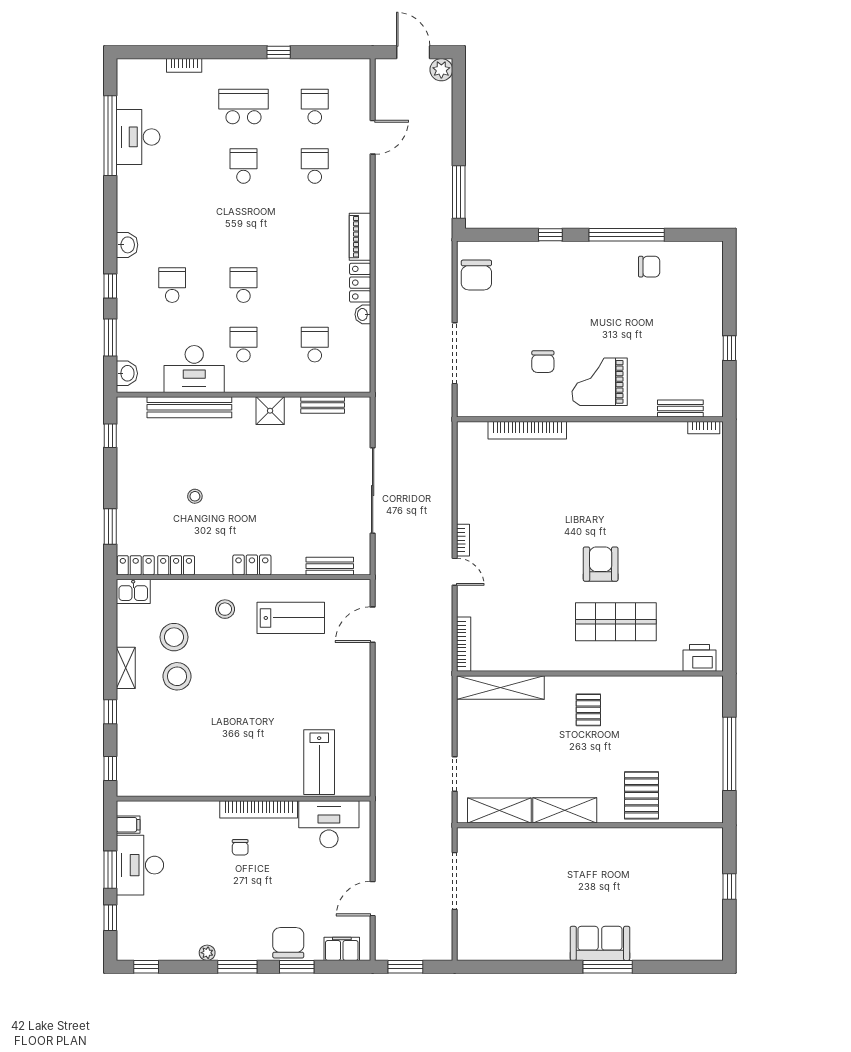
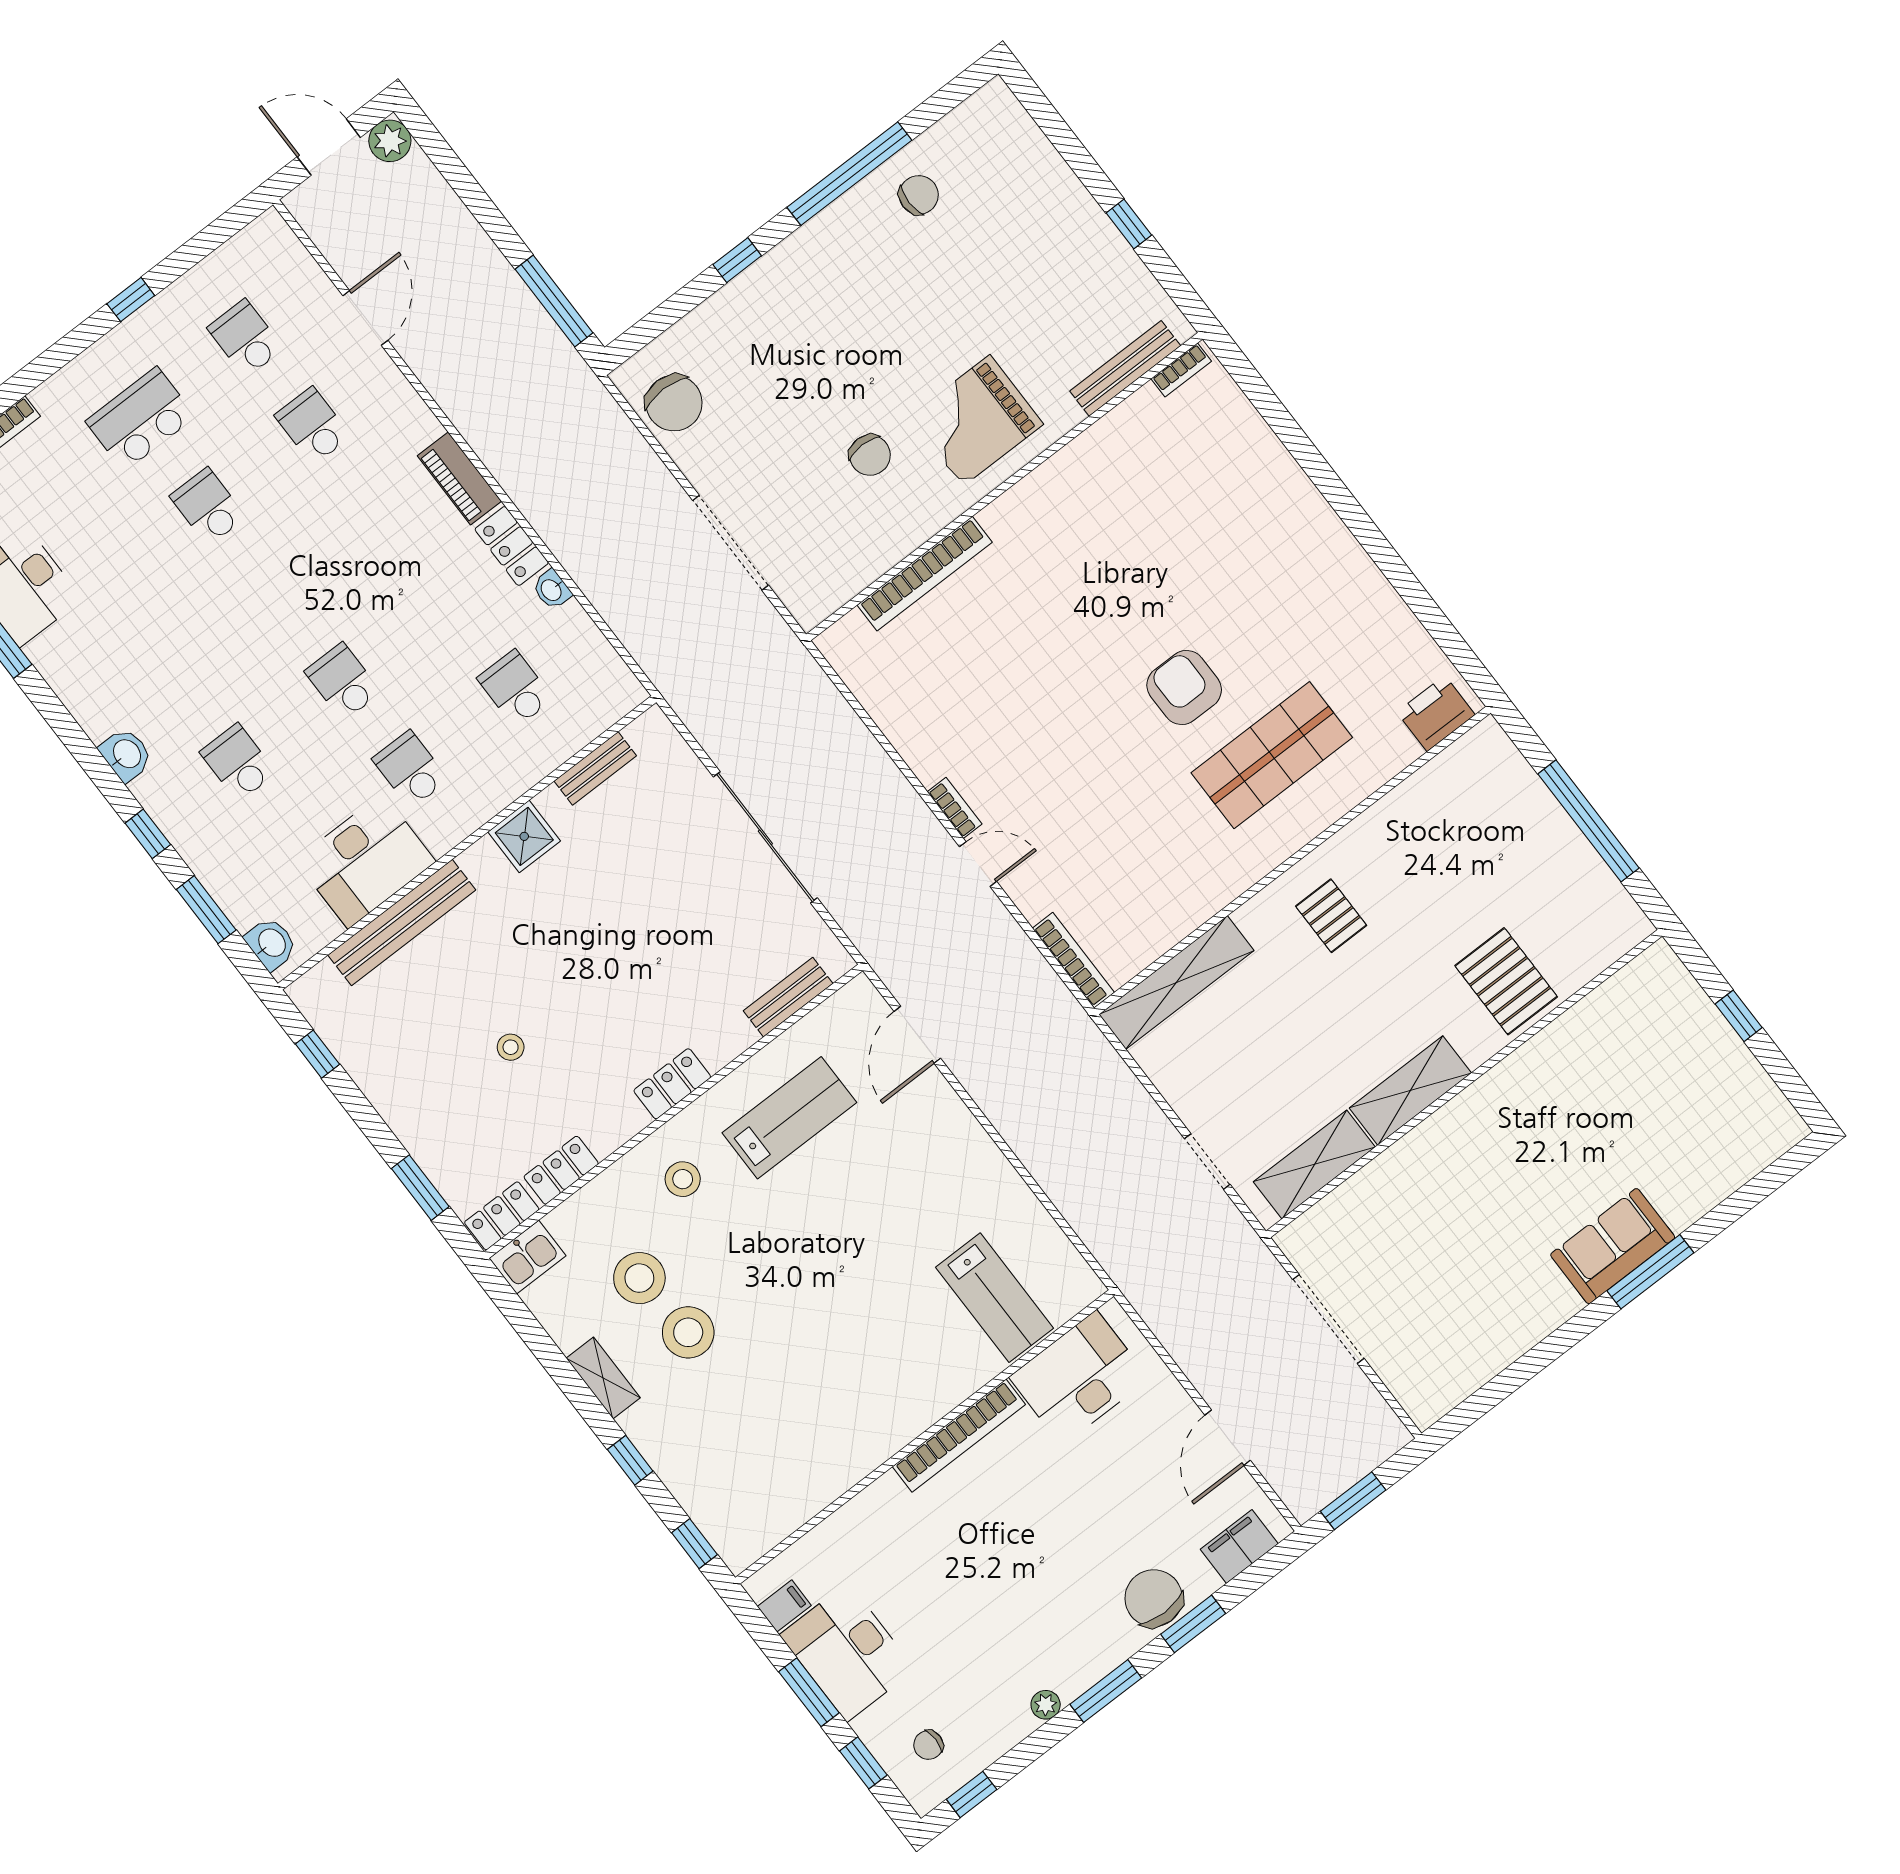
bench: (680, 409) -> (1125, 368), width x1.36
chair: (240, 847) -> (928, 1745), moved, turned 90

